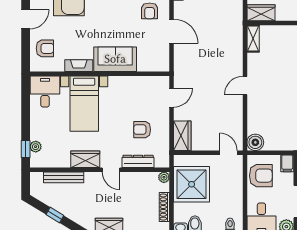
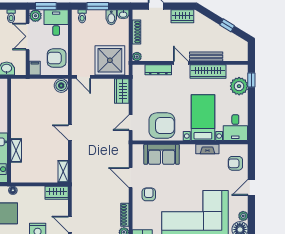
sofa: (115, 59) -> (162, 154), moved
door: (245, 86) -> (70, 132), swing flipped
armchair: (142, 130) -> (162, 126), moved, width x1.88, depth x1.88
plant: (36, 147) -> (239, 86), width x1.88, depth x1.88
wardrobe: (85, 159) -> (208, 72), width x1.50
bench: (64, 177) -> (206, 57), moved
shower: (192, 184) -> (110, 60), moved

